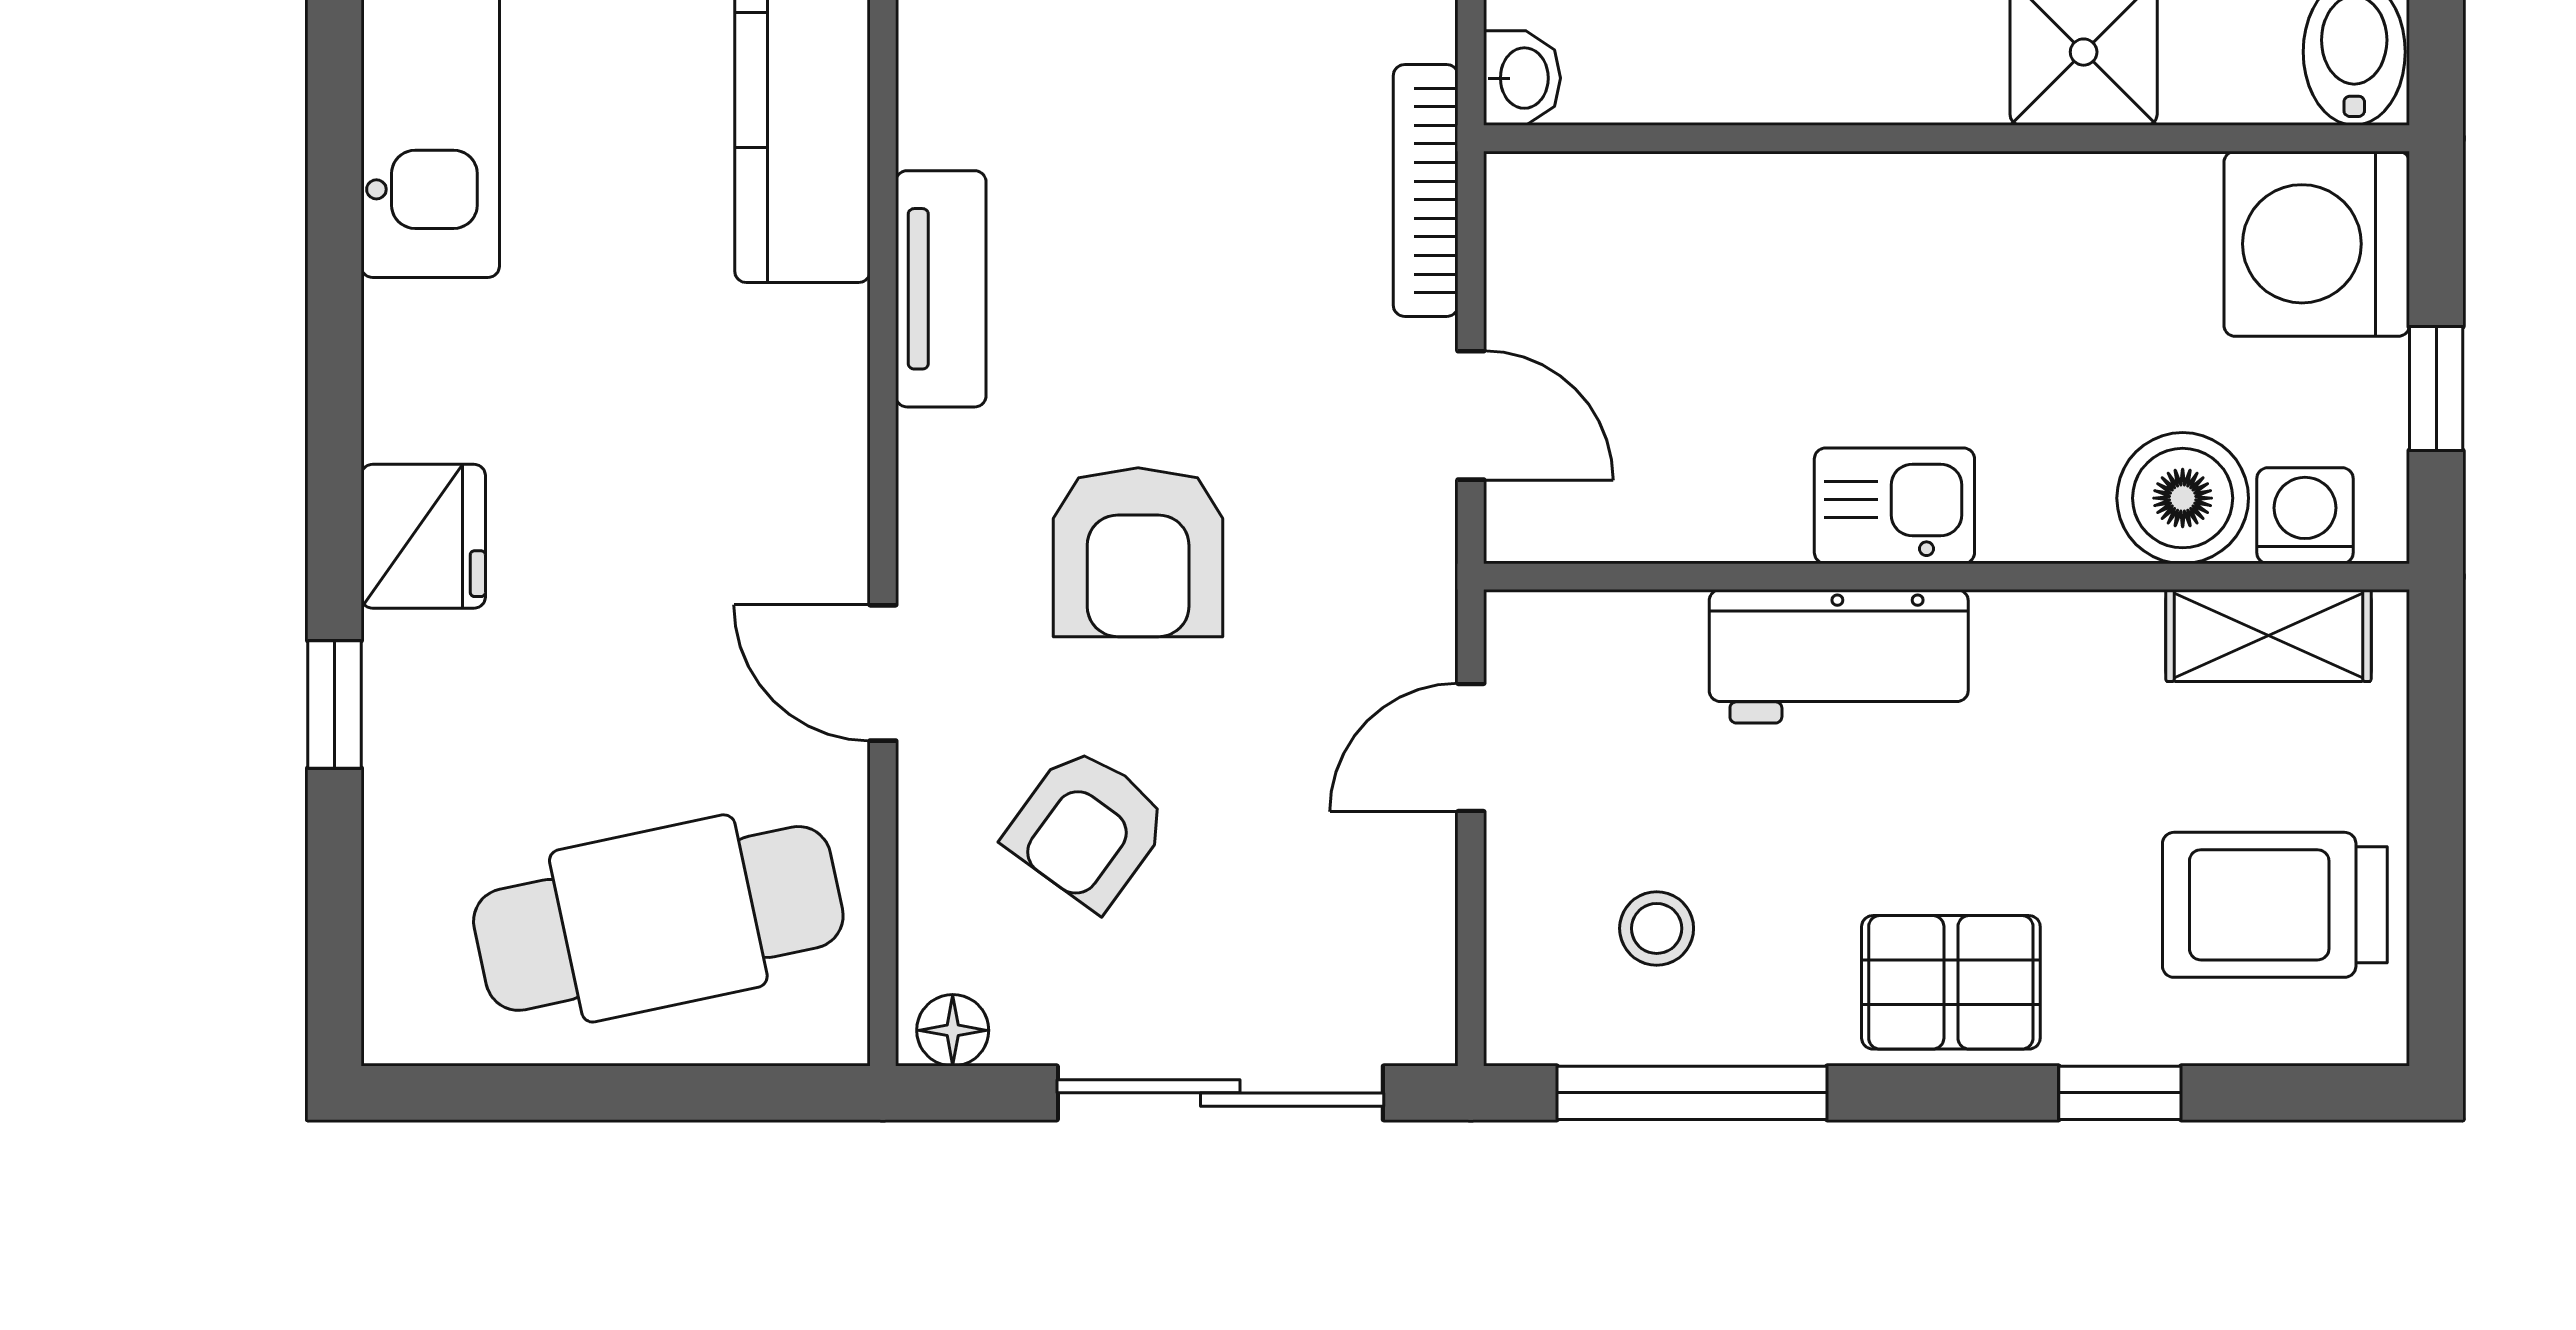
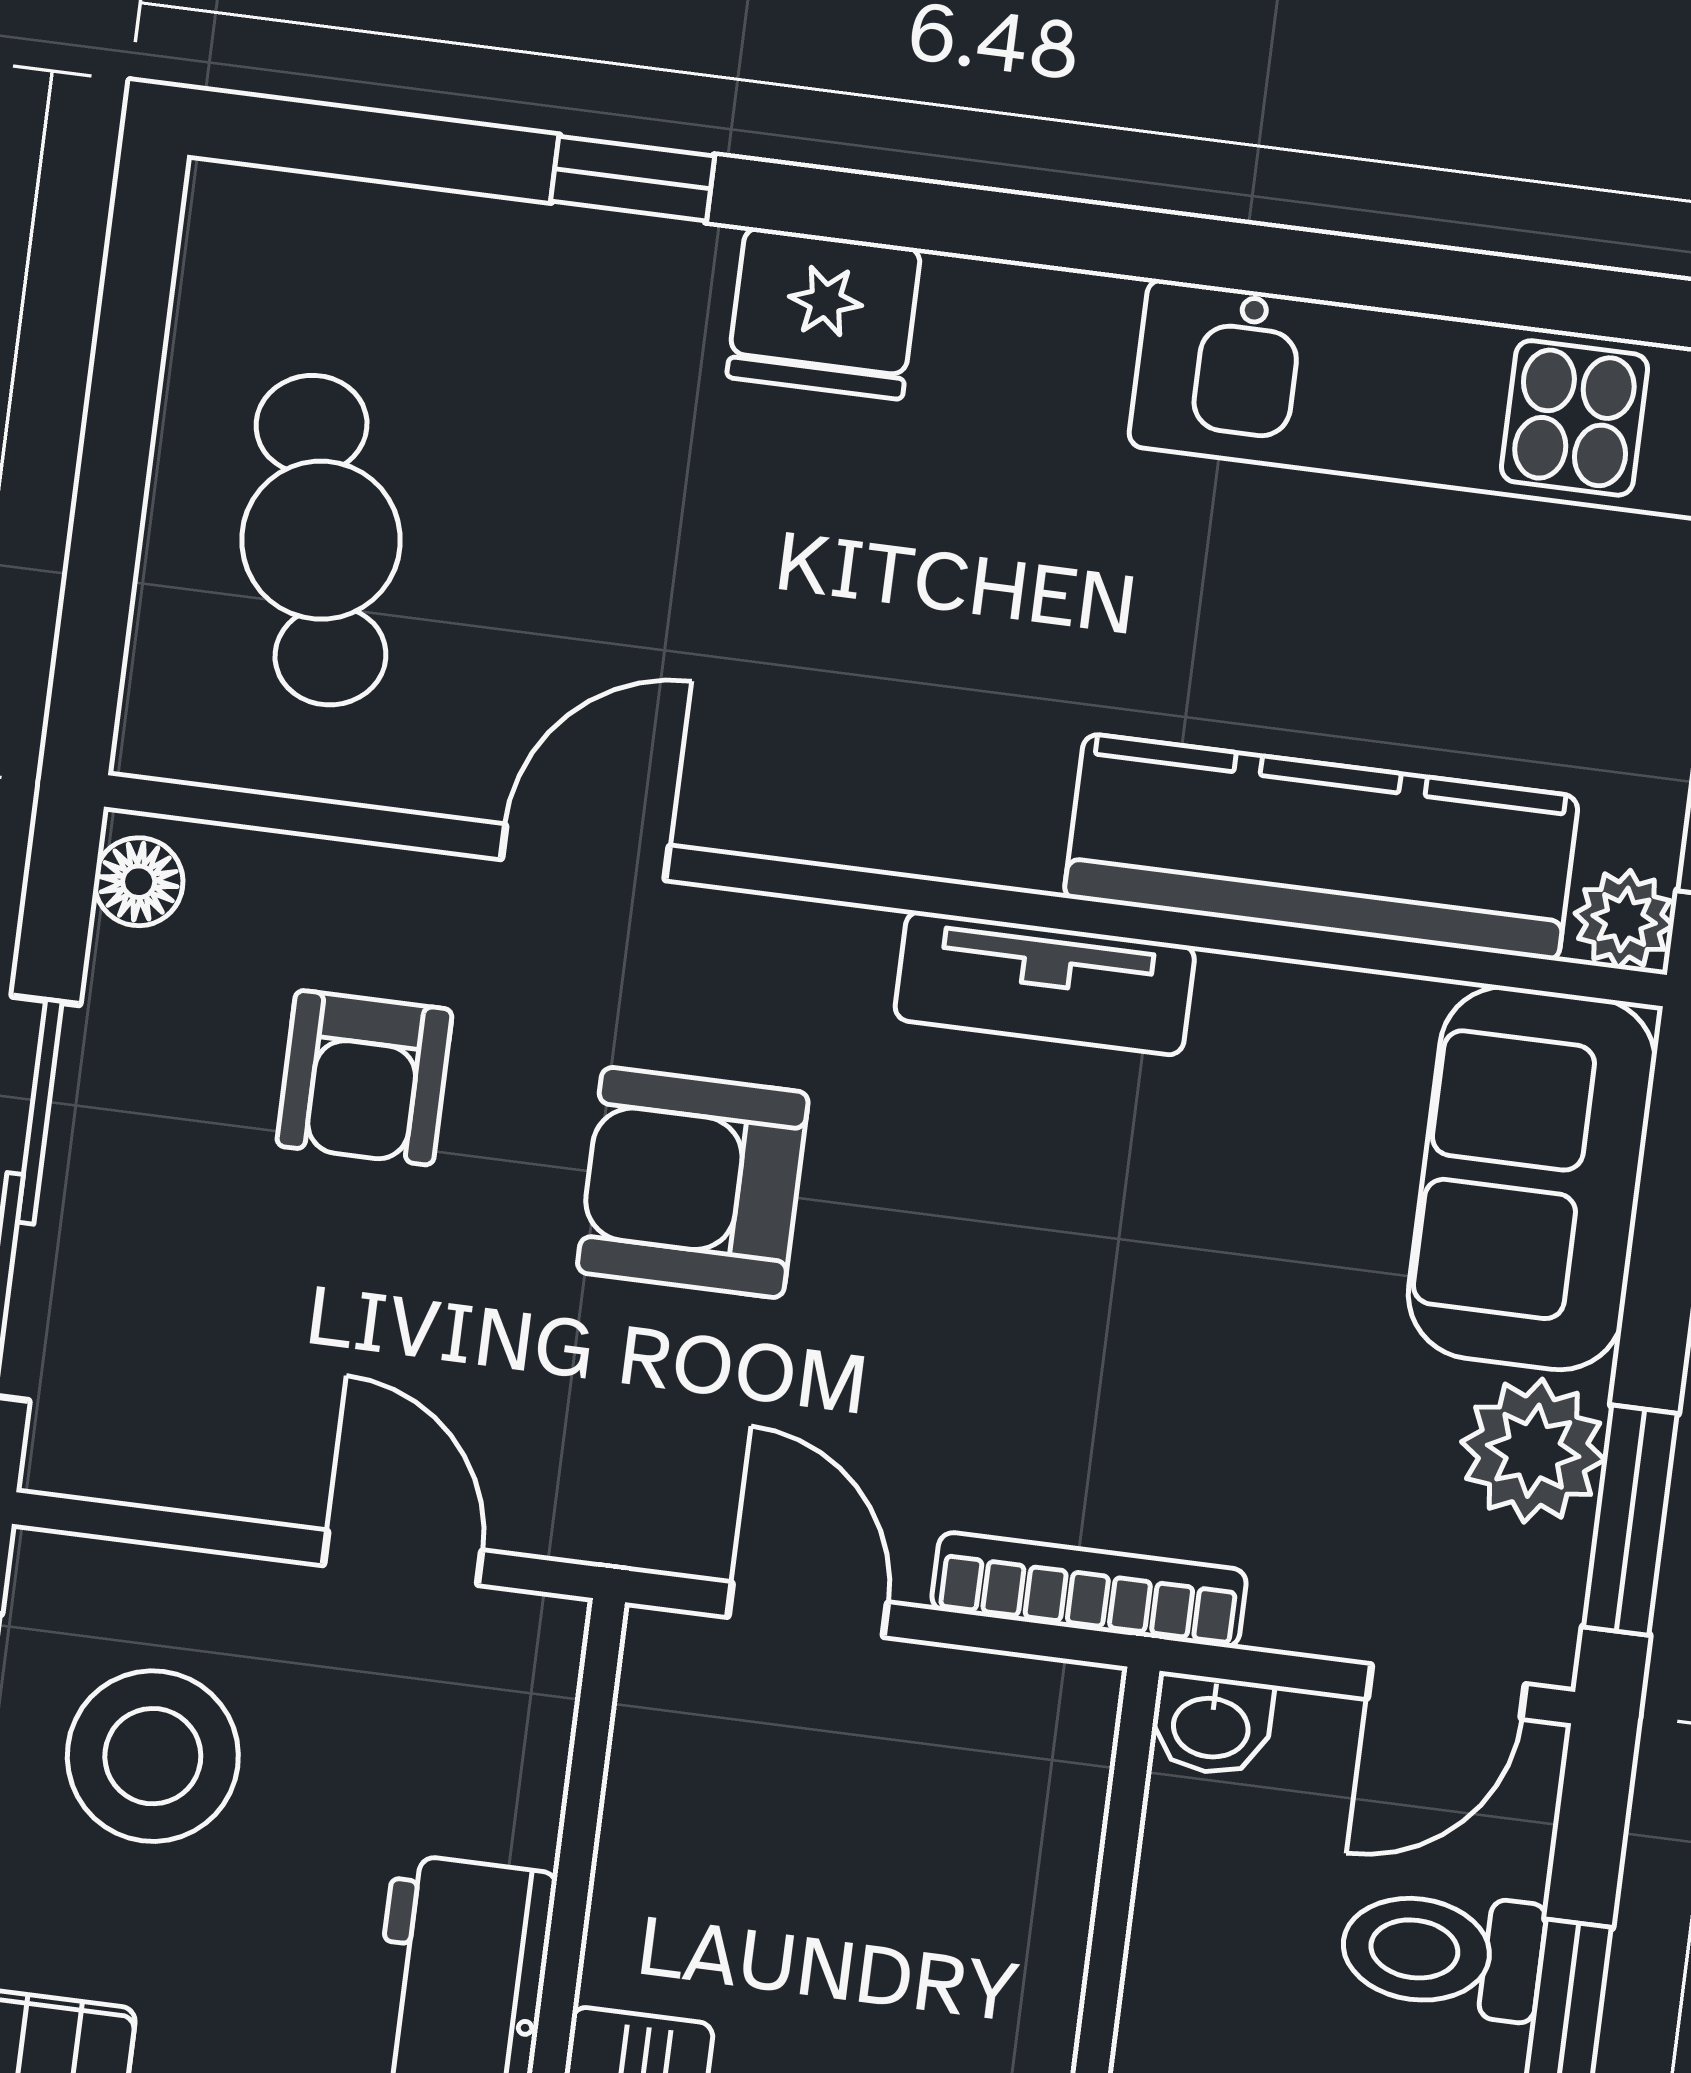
door: (1471, 415) -> (808, 1610), swing flipped
armchair: (1088, 828) -> (364, 1078), turned -126
cafe table: (658, 918) -> (321, 540), width x0.73, depth x0.74
stool: (1657, 928) -> (153, 1756), width x1.89, depth x1.89

